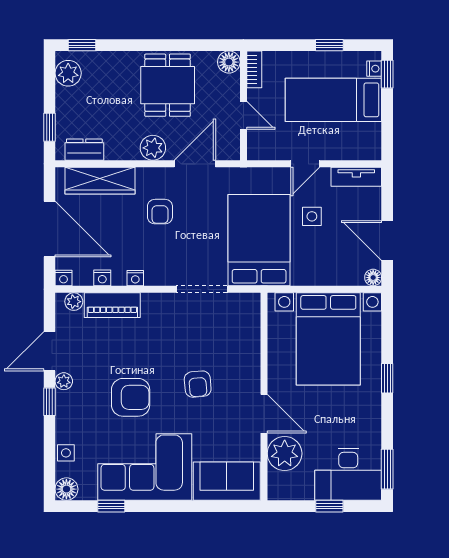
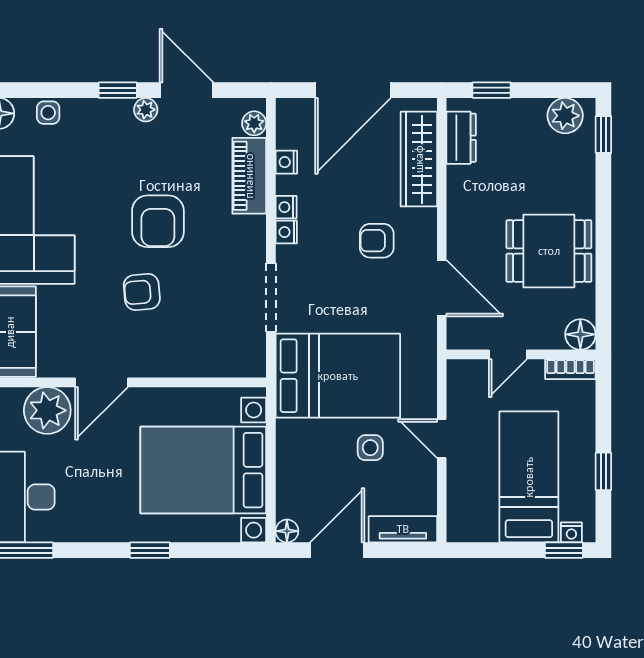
plant: (153, 148) -> (464, 231), removed
tv unit: (356, 177) -> (403, 529), moved, turned 90
nightstand: (63, 278) -> (286, 232), moved
armchair: (131, 397) -> (158, 221), moved

